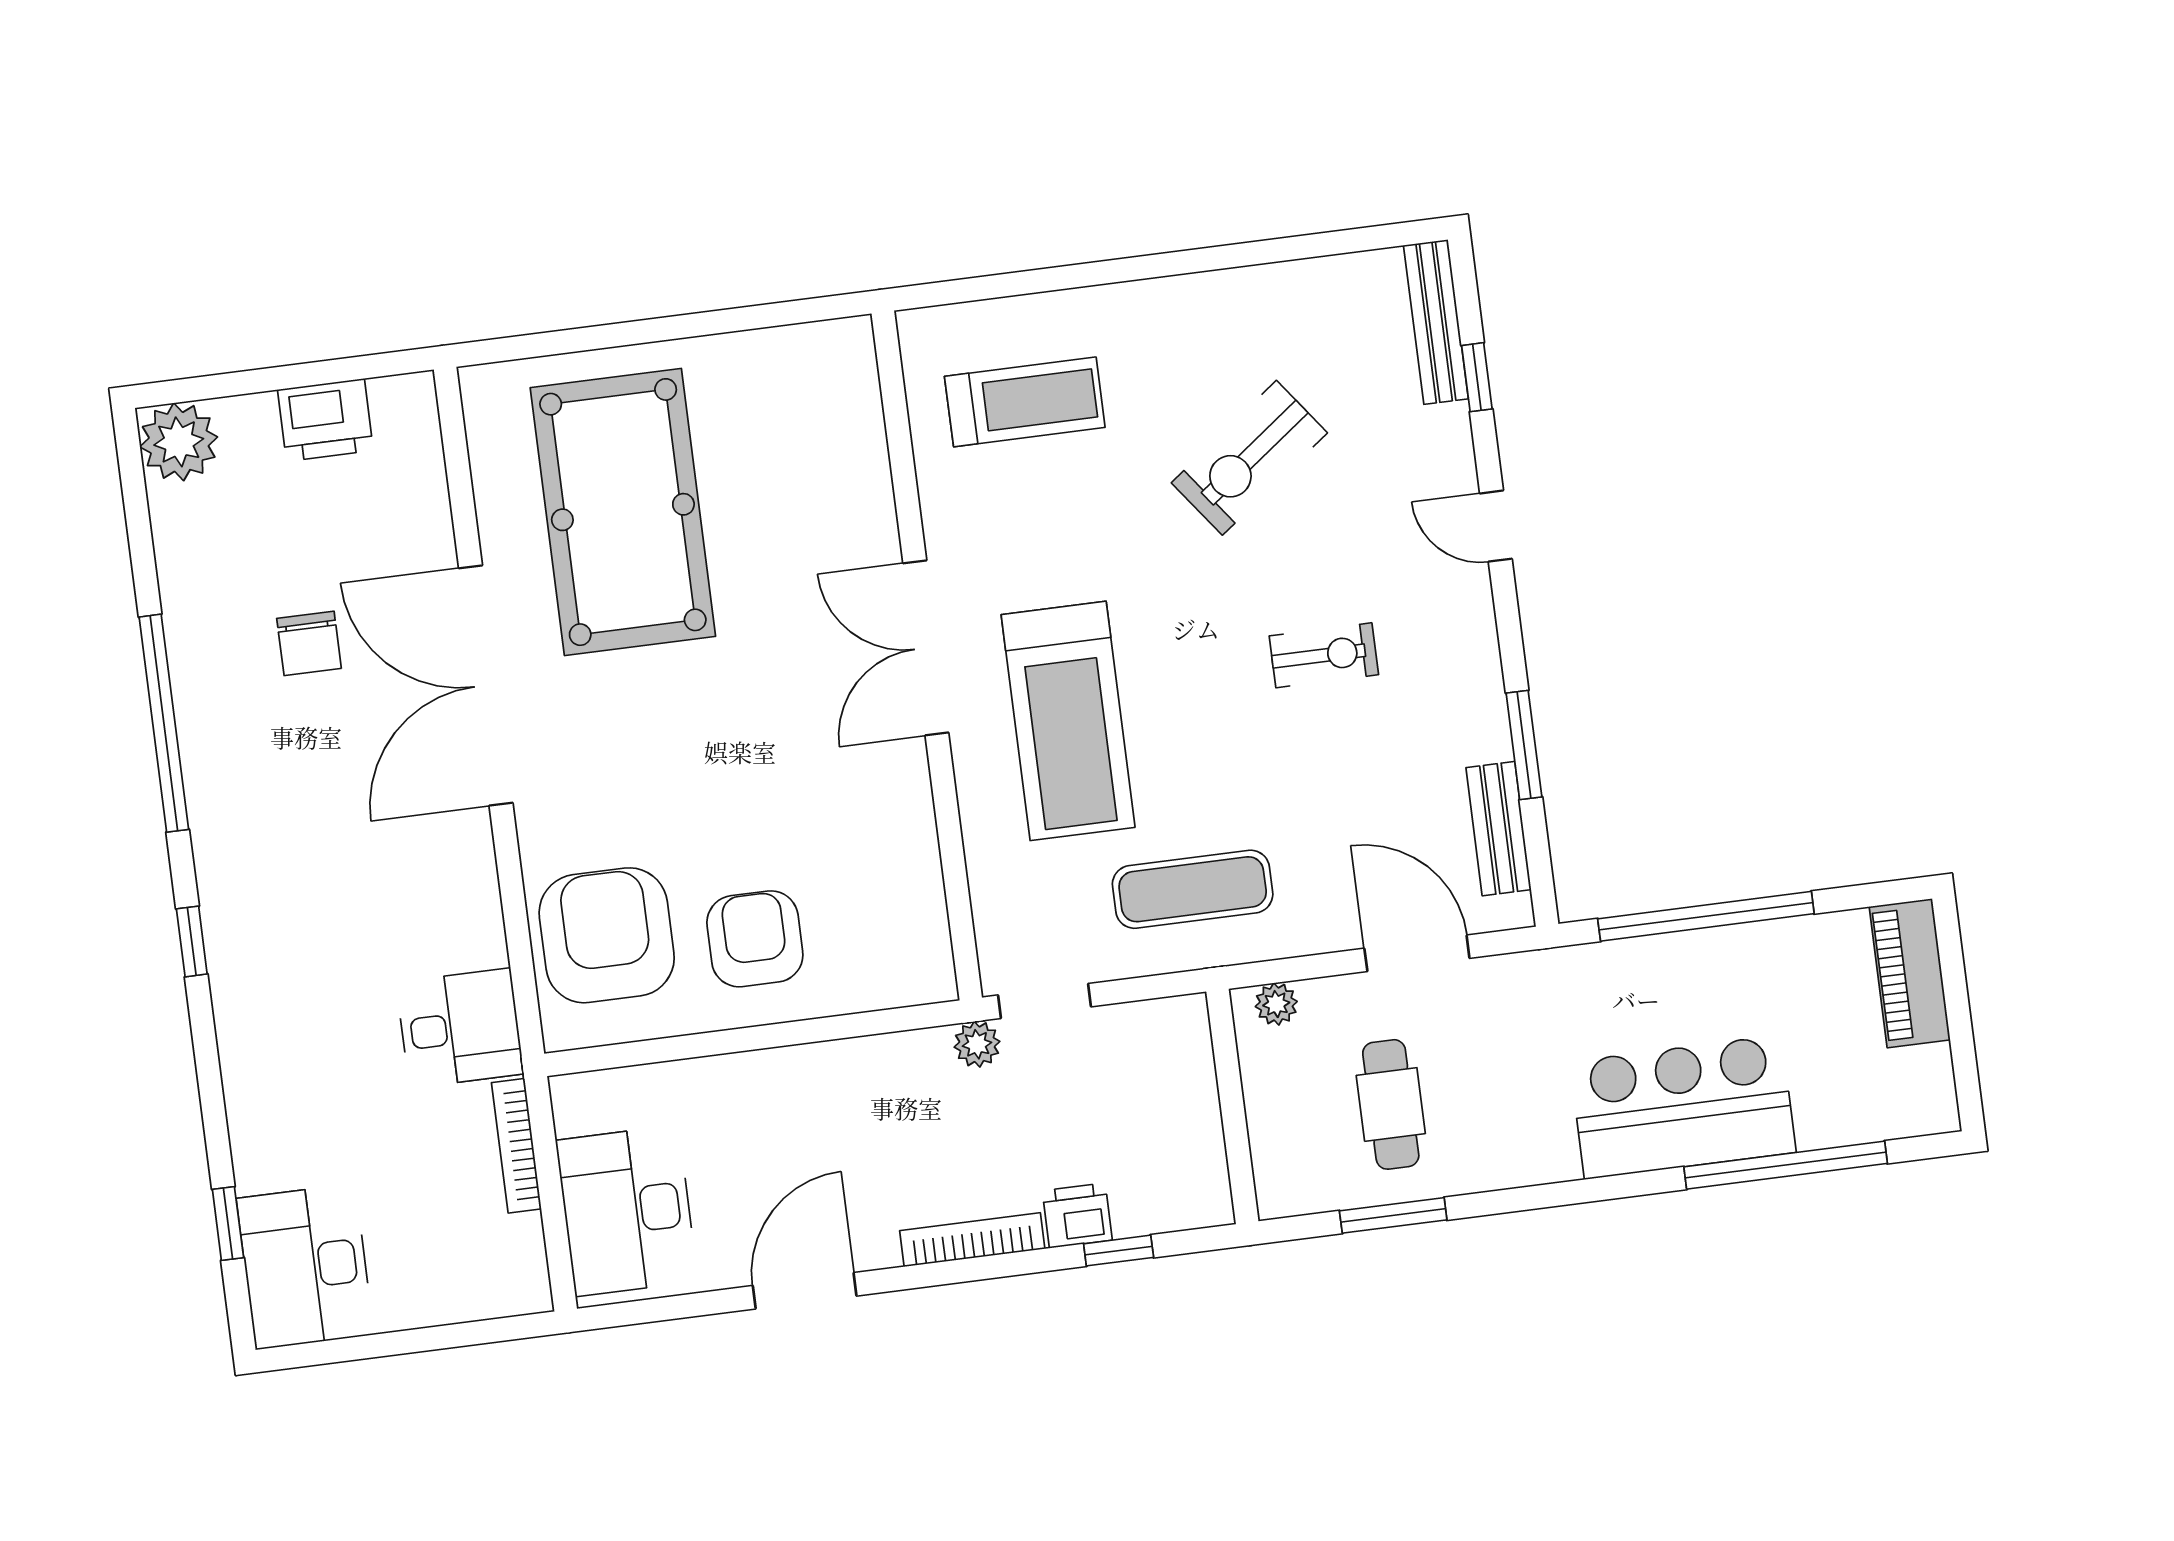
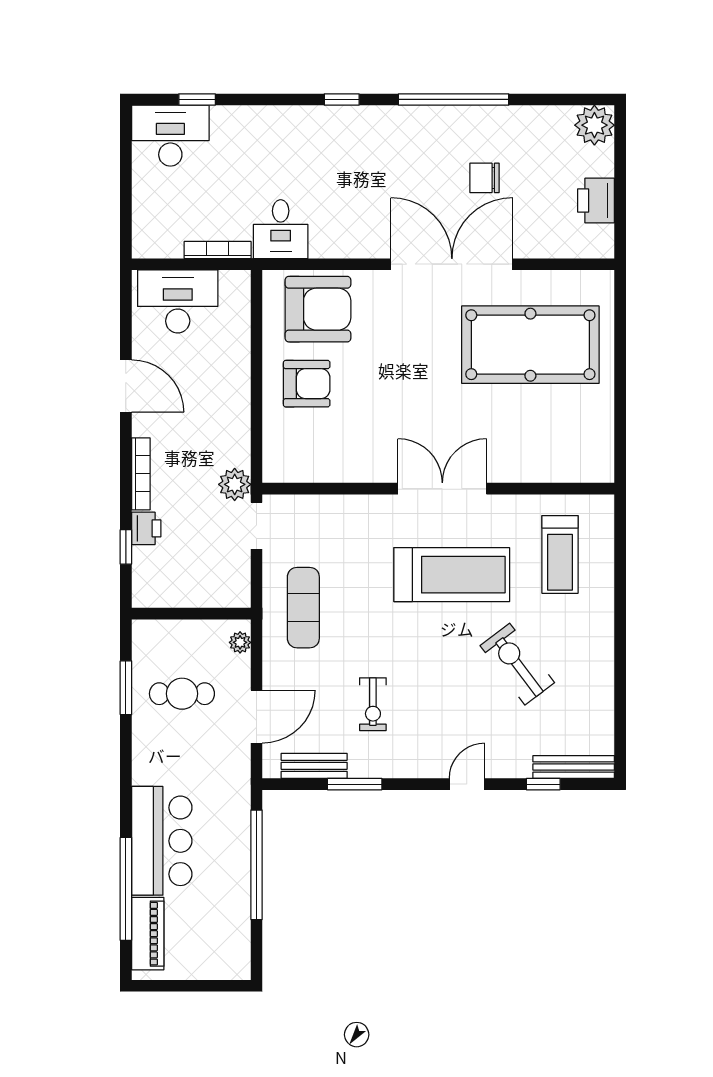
exercise bike: (1324, 655) -> (373, 704), moved
treadmill: (1068, 721) -> (452, 575), moved, turned 180
piano: (1910, 973) -> (148, 934), moved, turned 90
plant: (977, 1044) -> (235, 484), width x1.38, depth x1.38

